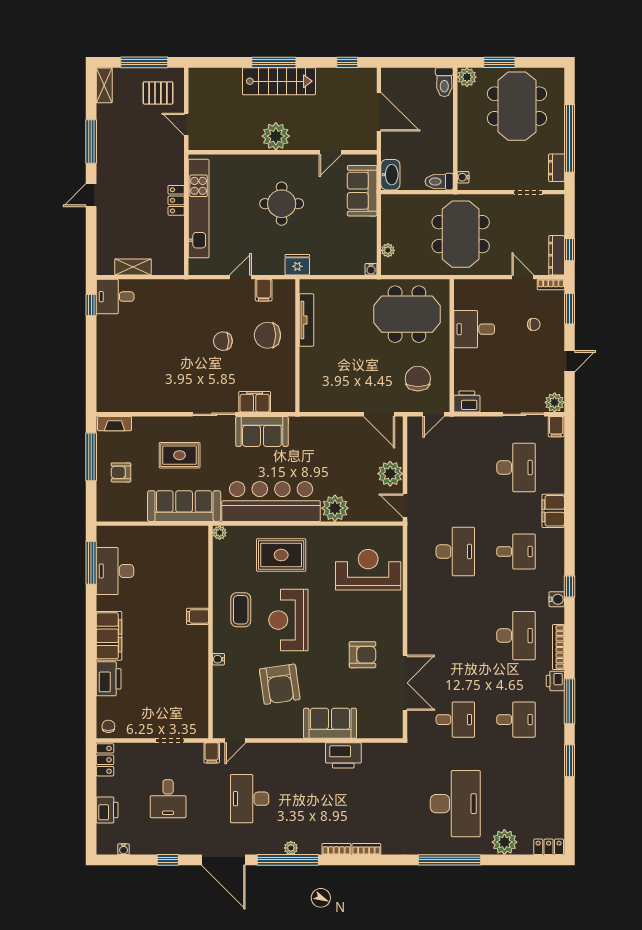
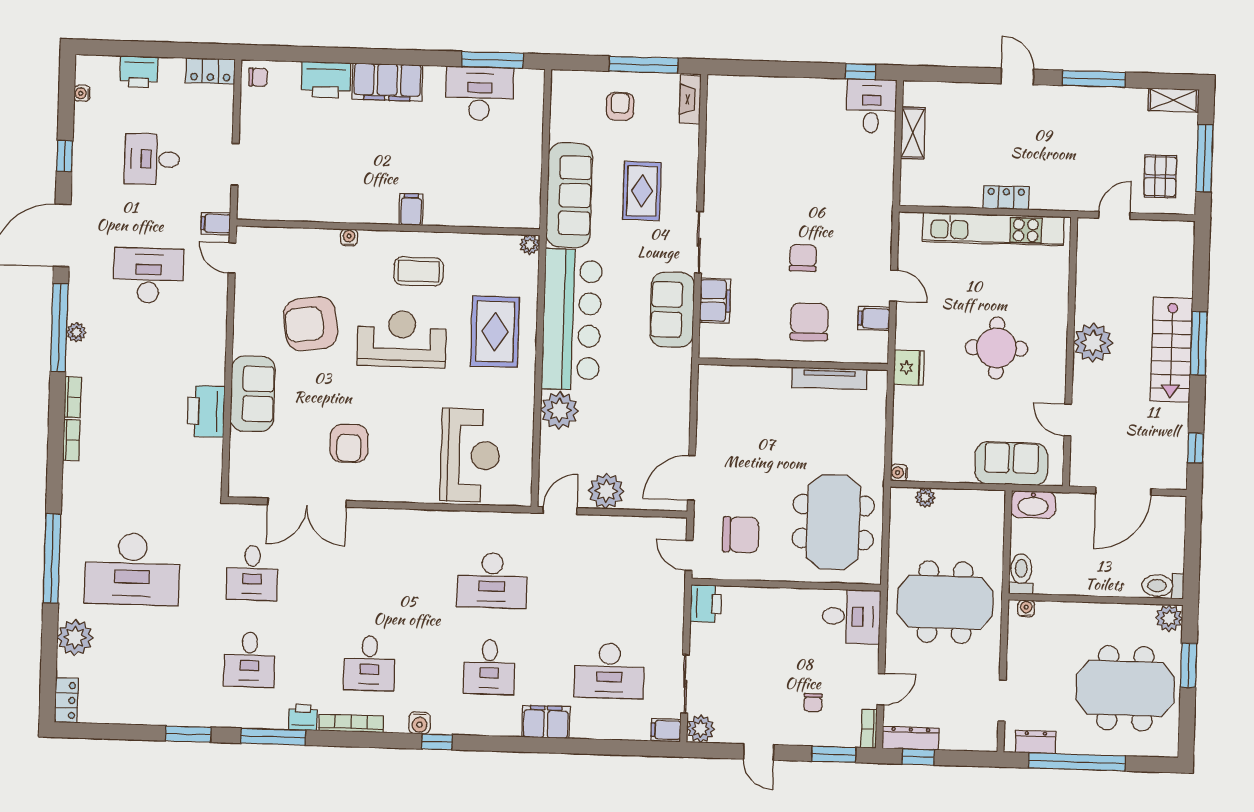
desk: (474, 329) -> (851, 616), moved, turned 90
desk: (516, 636) -> (369, 663), width x0.73

